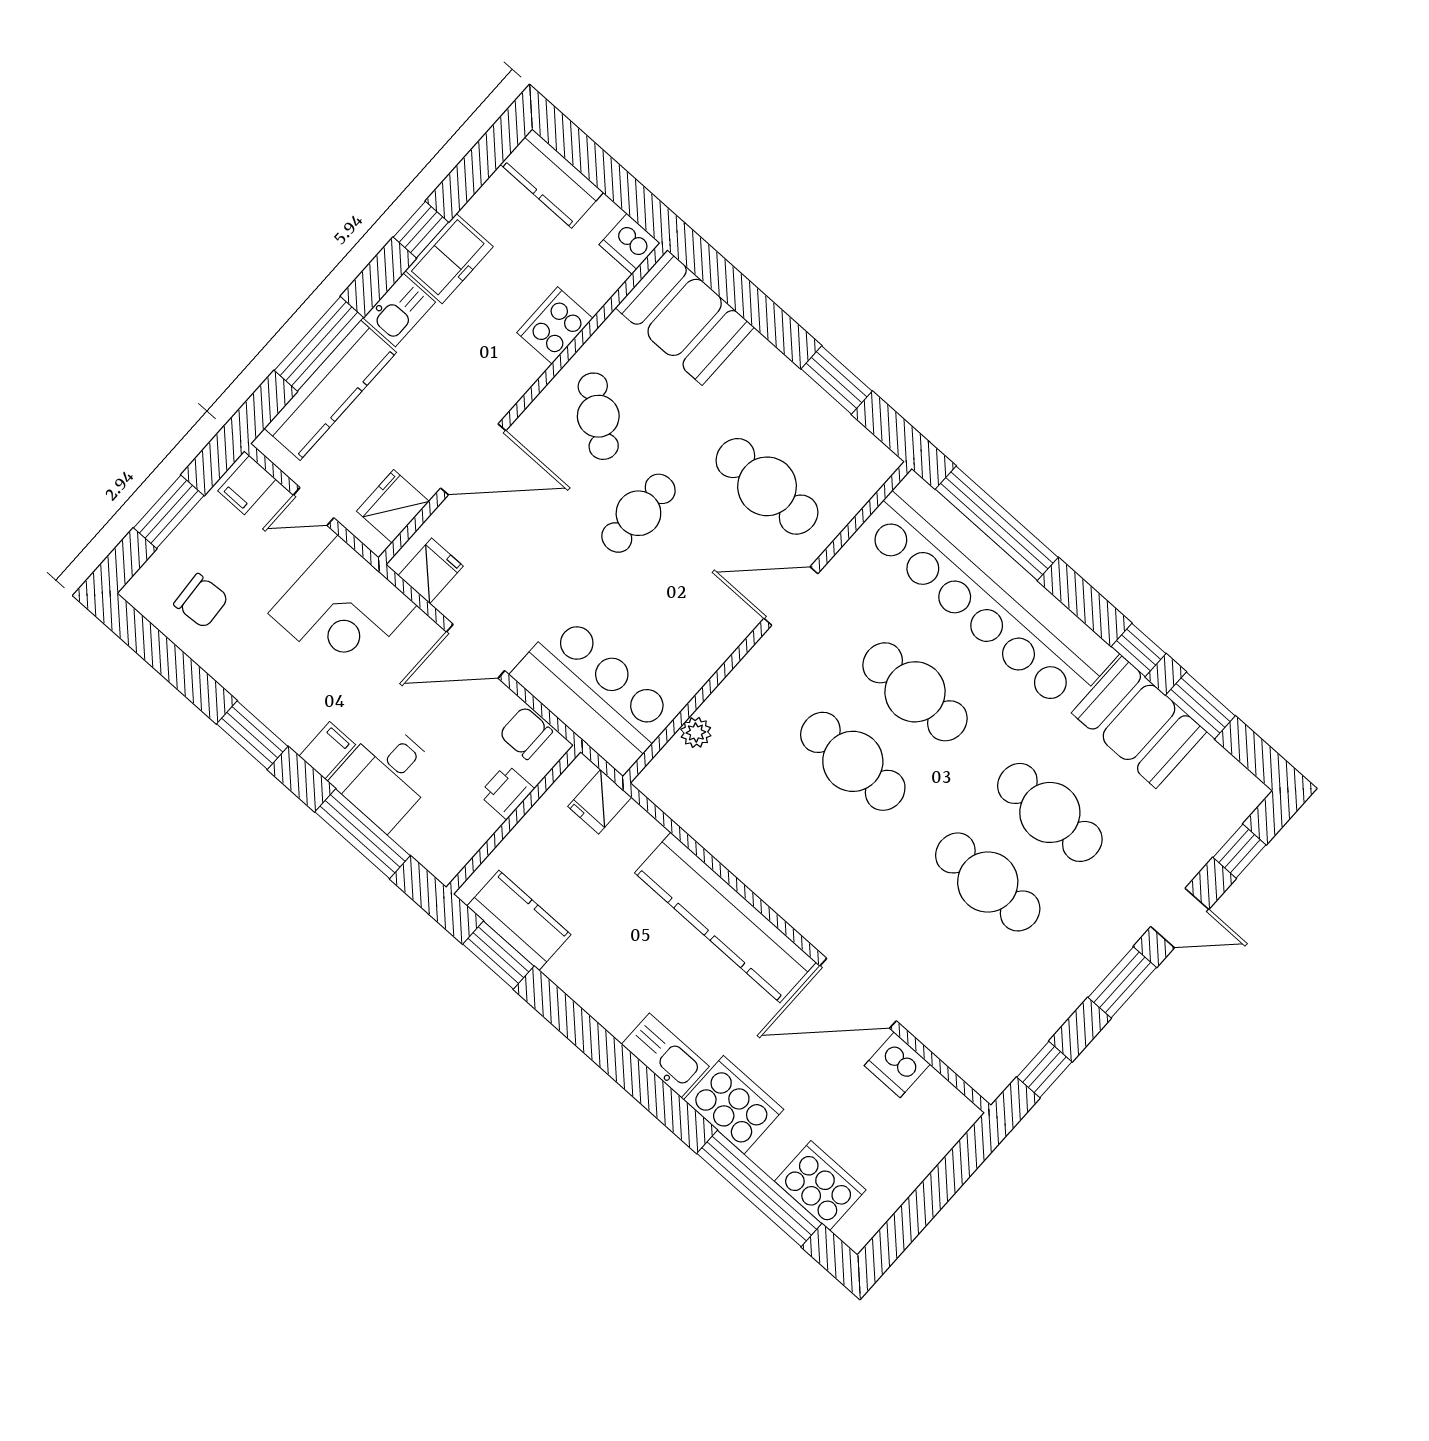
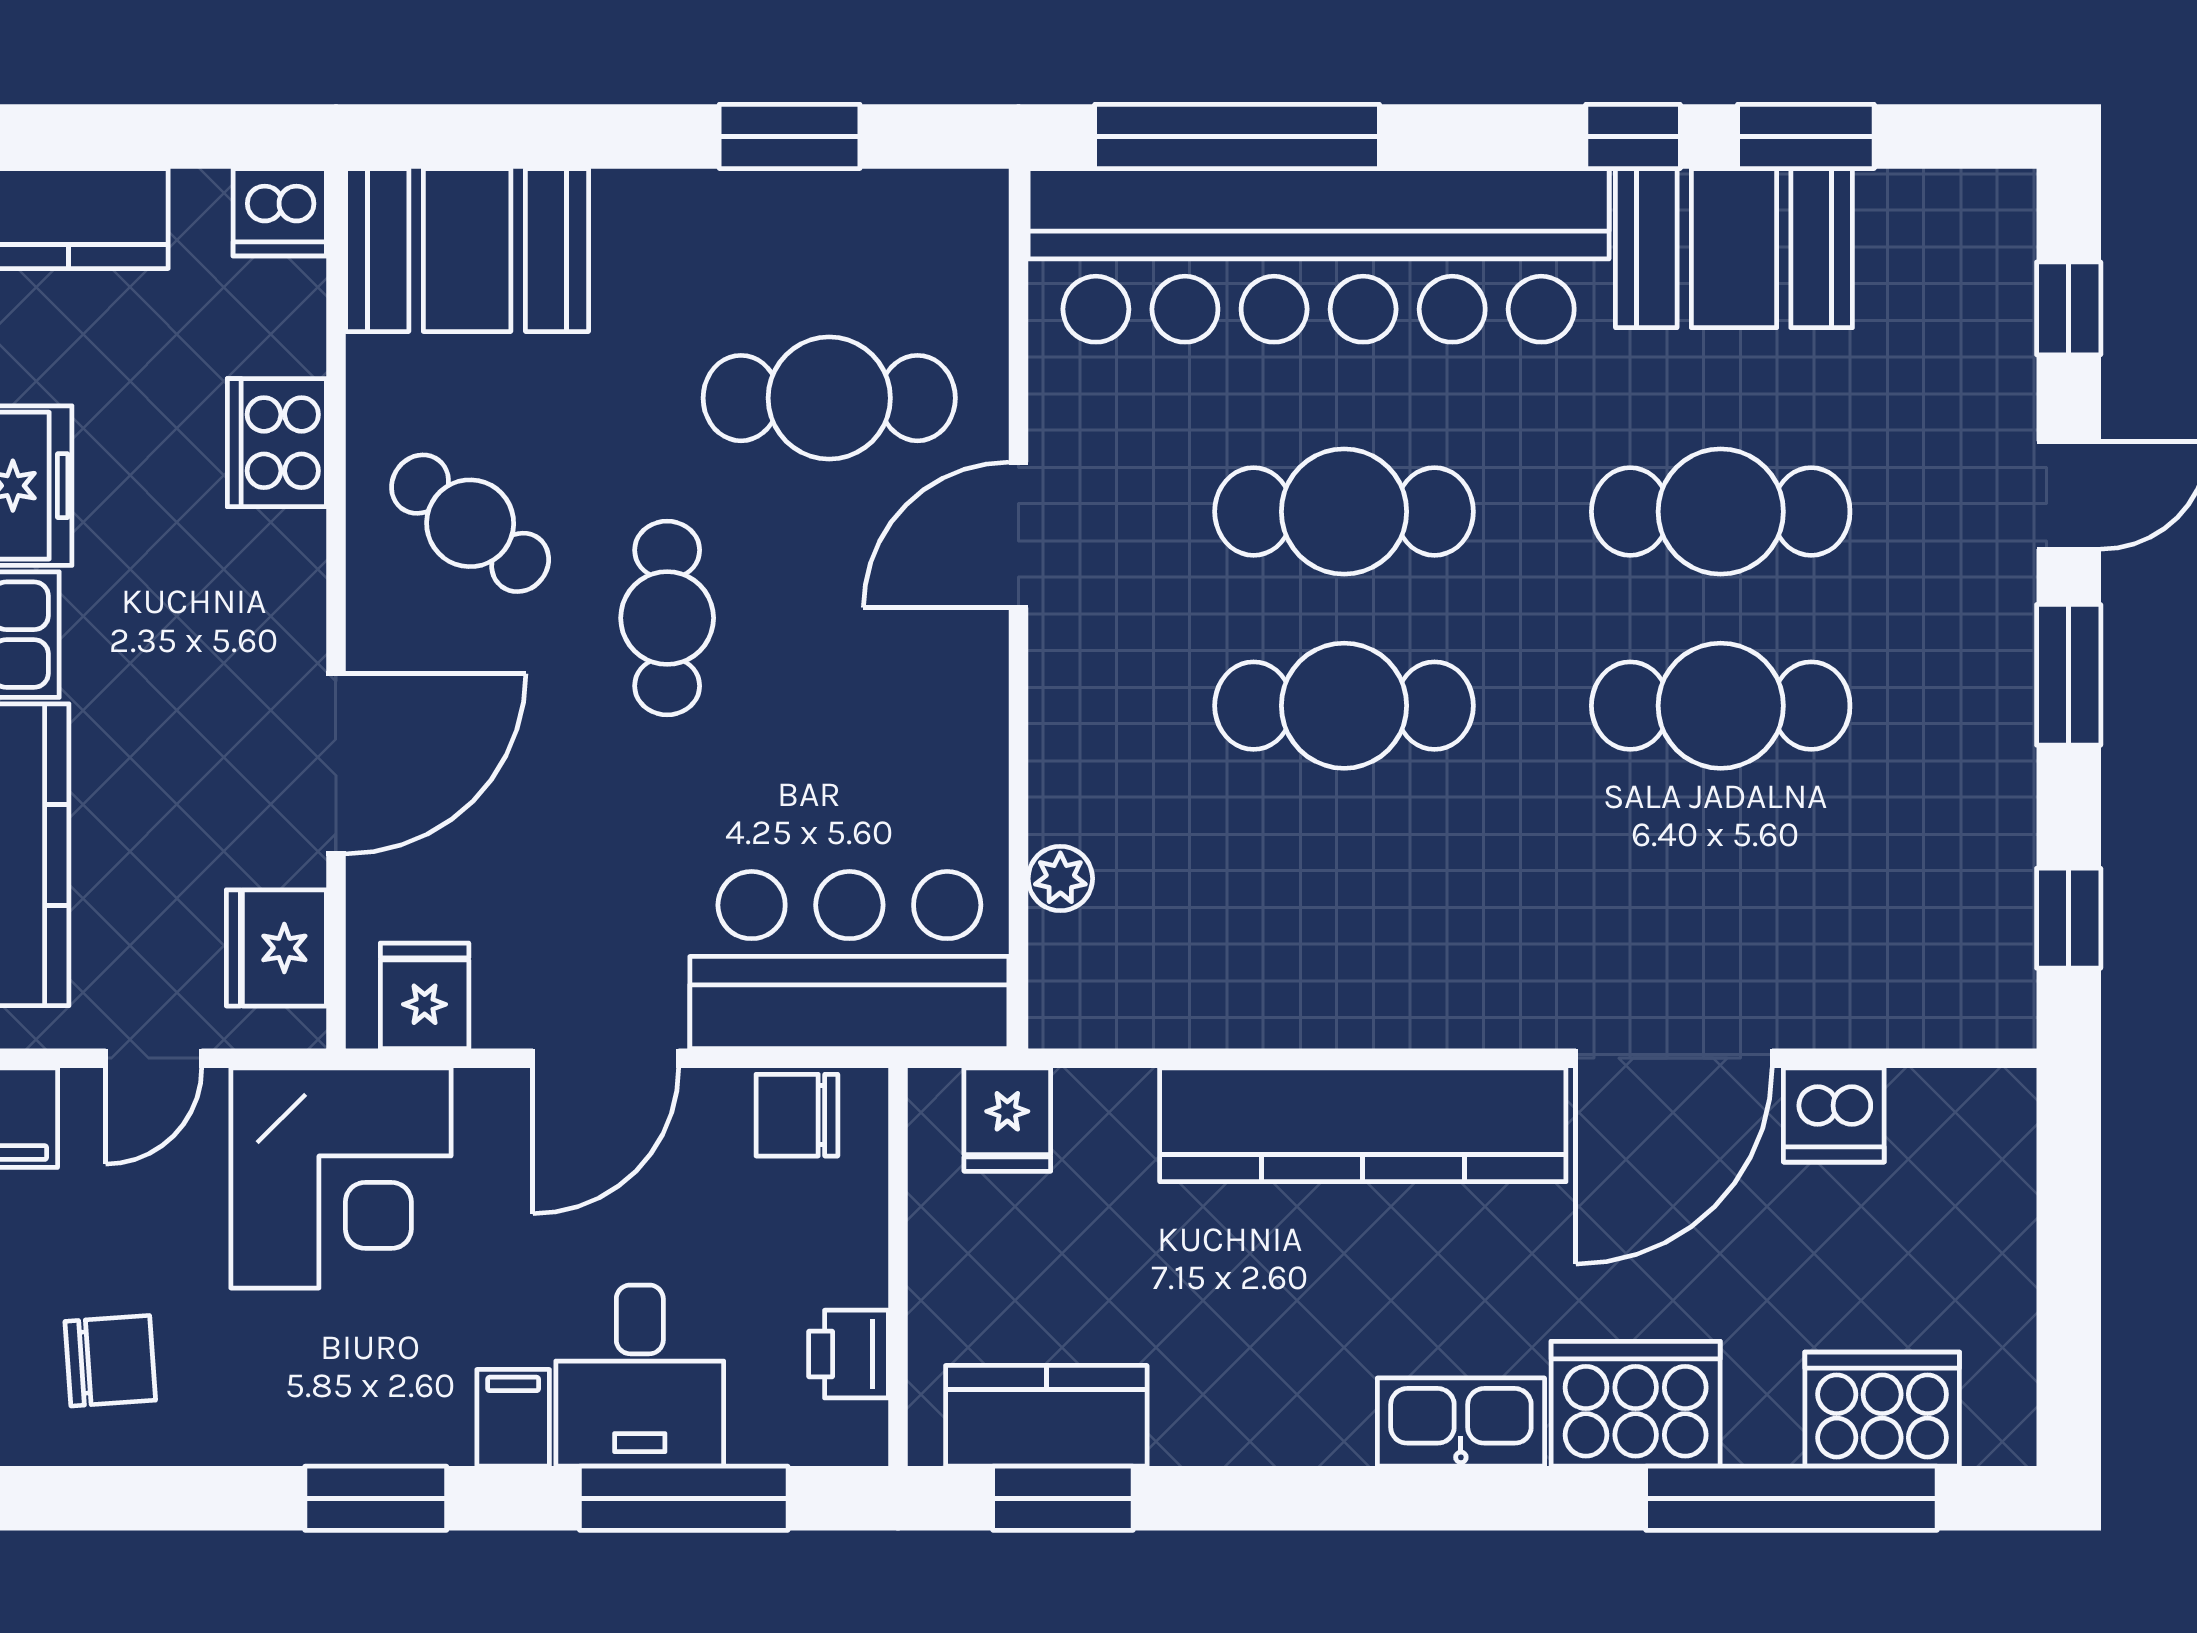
printer: (507, 792) -> (849, 1354), moved

